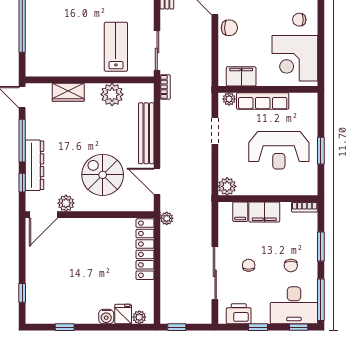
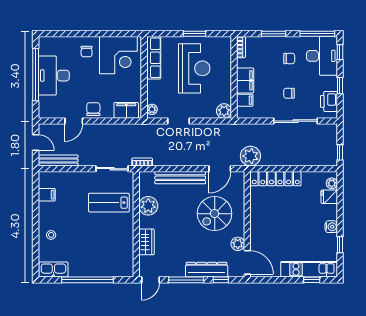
filing cabinet: (241, 76) -> (126, 110), moved, turned 90
row of seats: (263, 101) -> (154, 58), moved
plant: (167, 218) -> (250, 156), width x1.87, depth x1.87
kitchen unit: (35, 290) -> (309, 269), added
water cooler: (106, 317) -> (331, 227), moved

